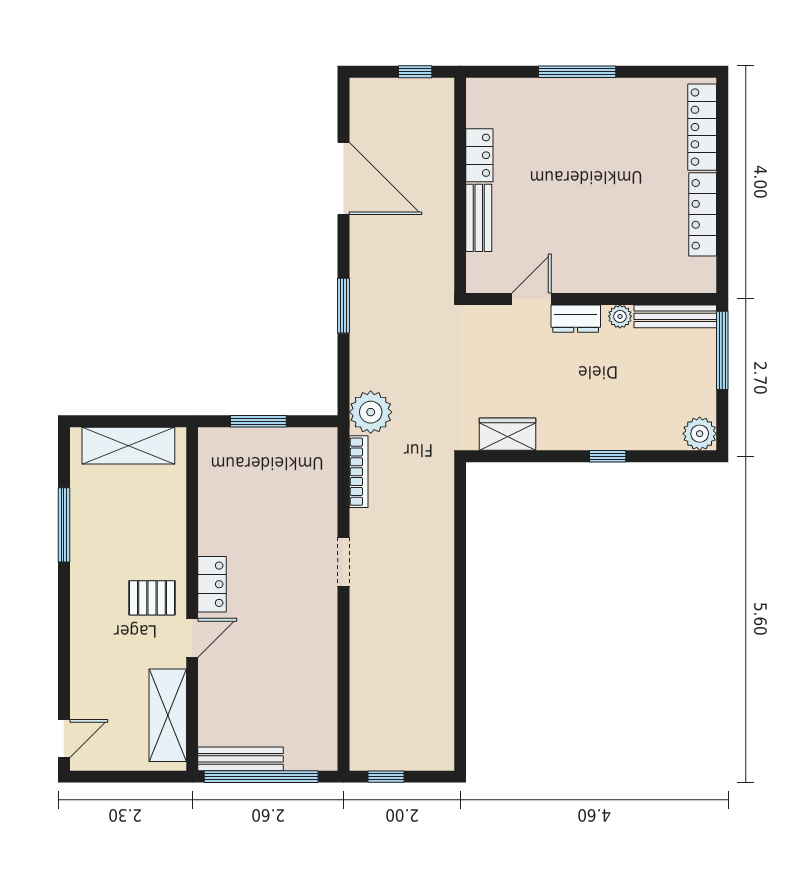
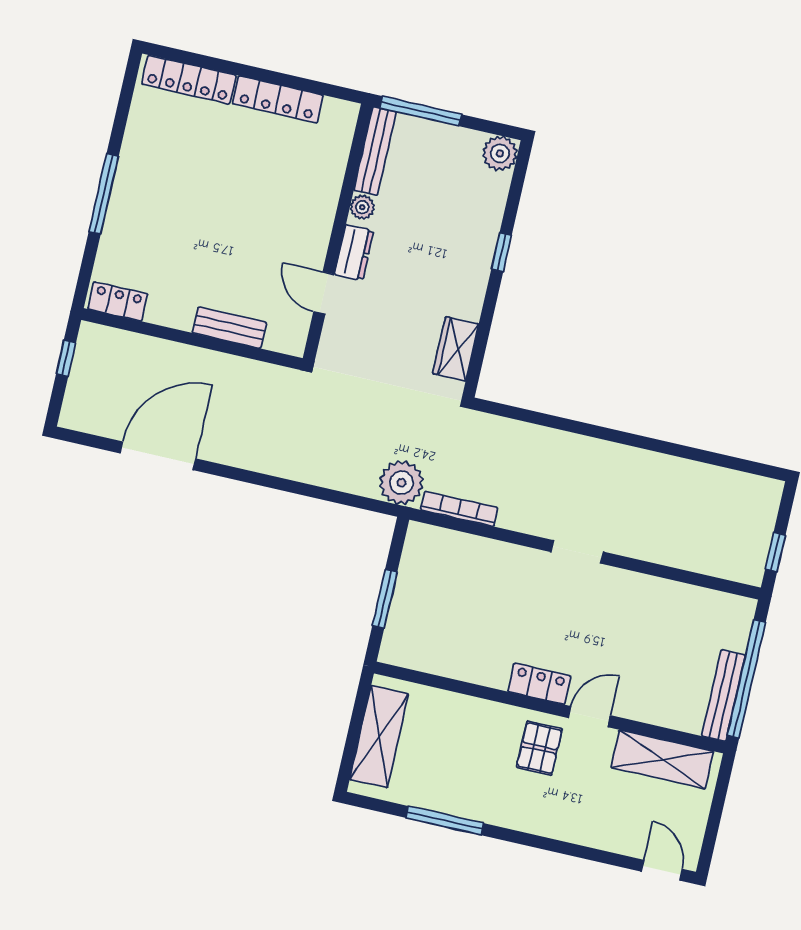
locker: (479, 155) -> (118, 301), moved
window: (344, 306) -> (287, 485), removed
doorway: (344, 562) -> (577, 552), moved
door: (192, 638) -> (589, 717), hinge flipped

